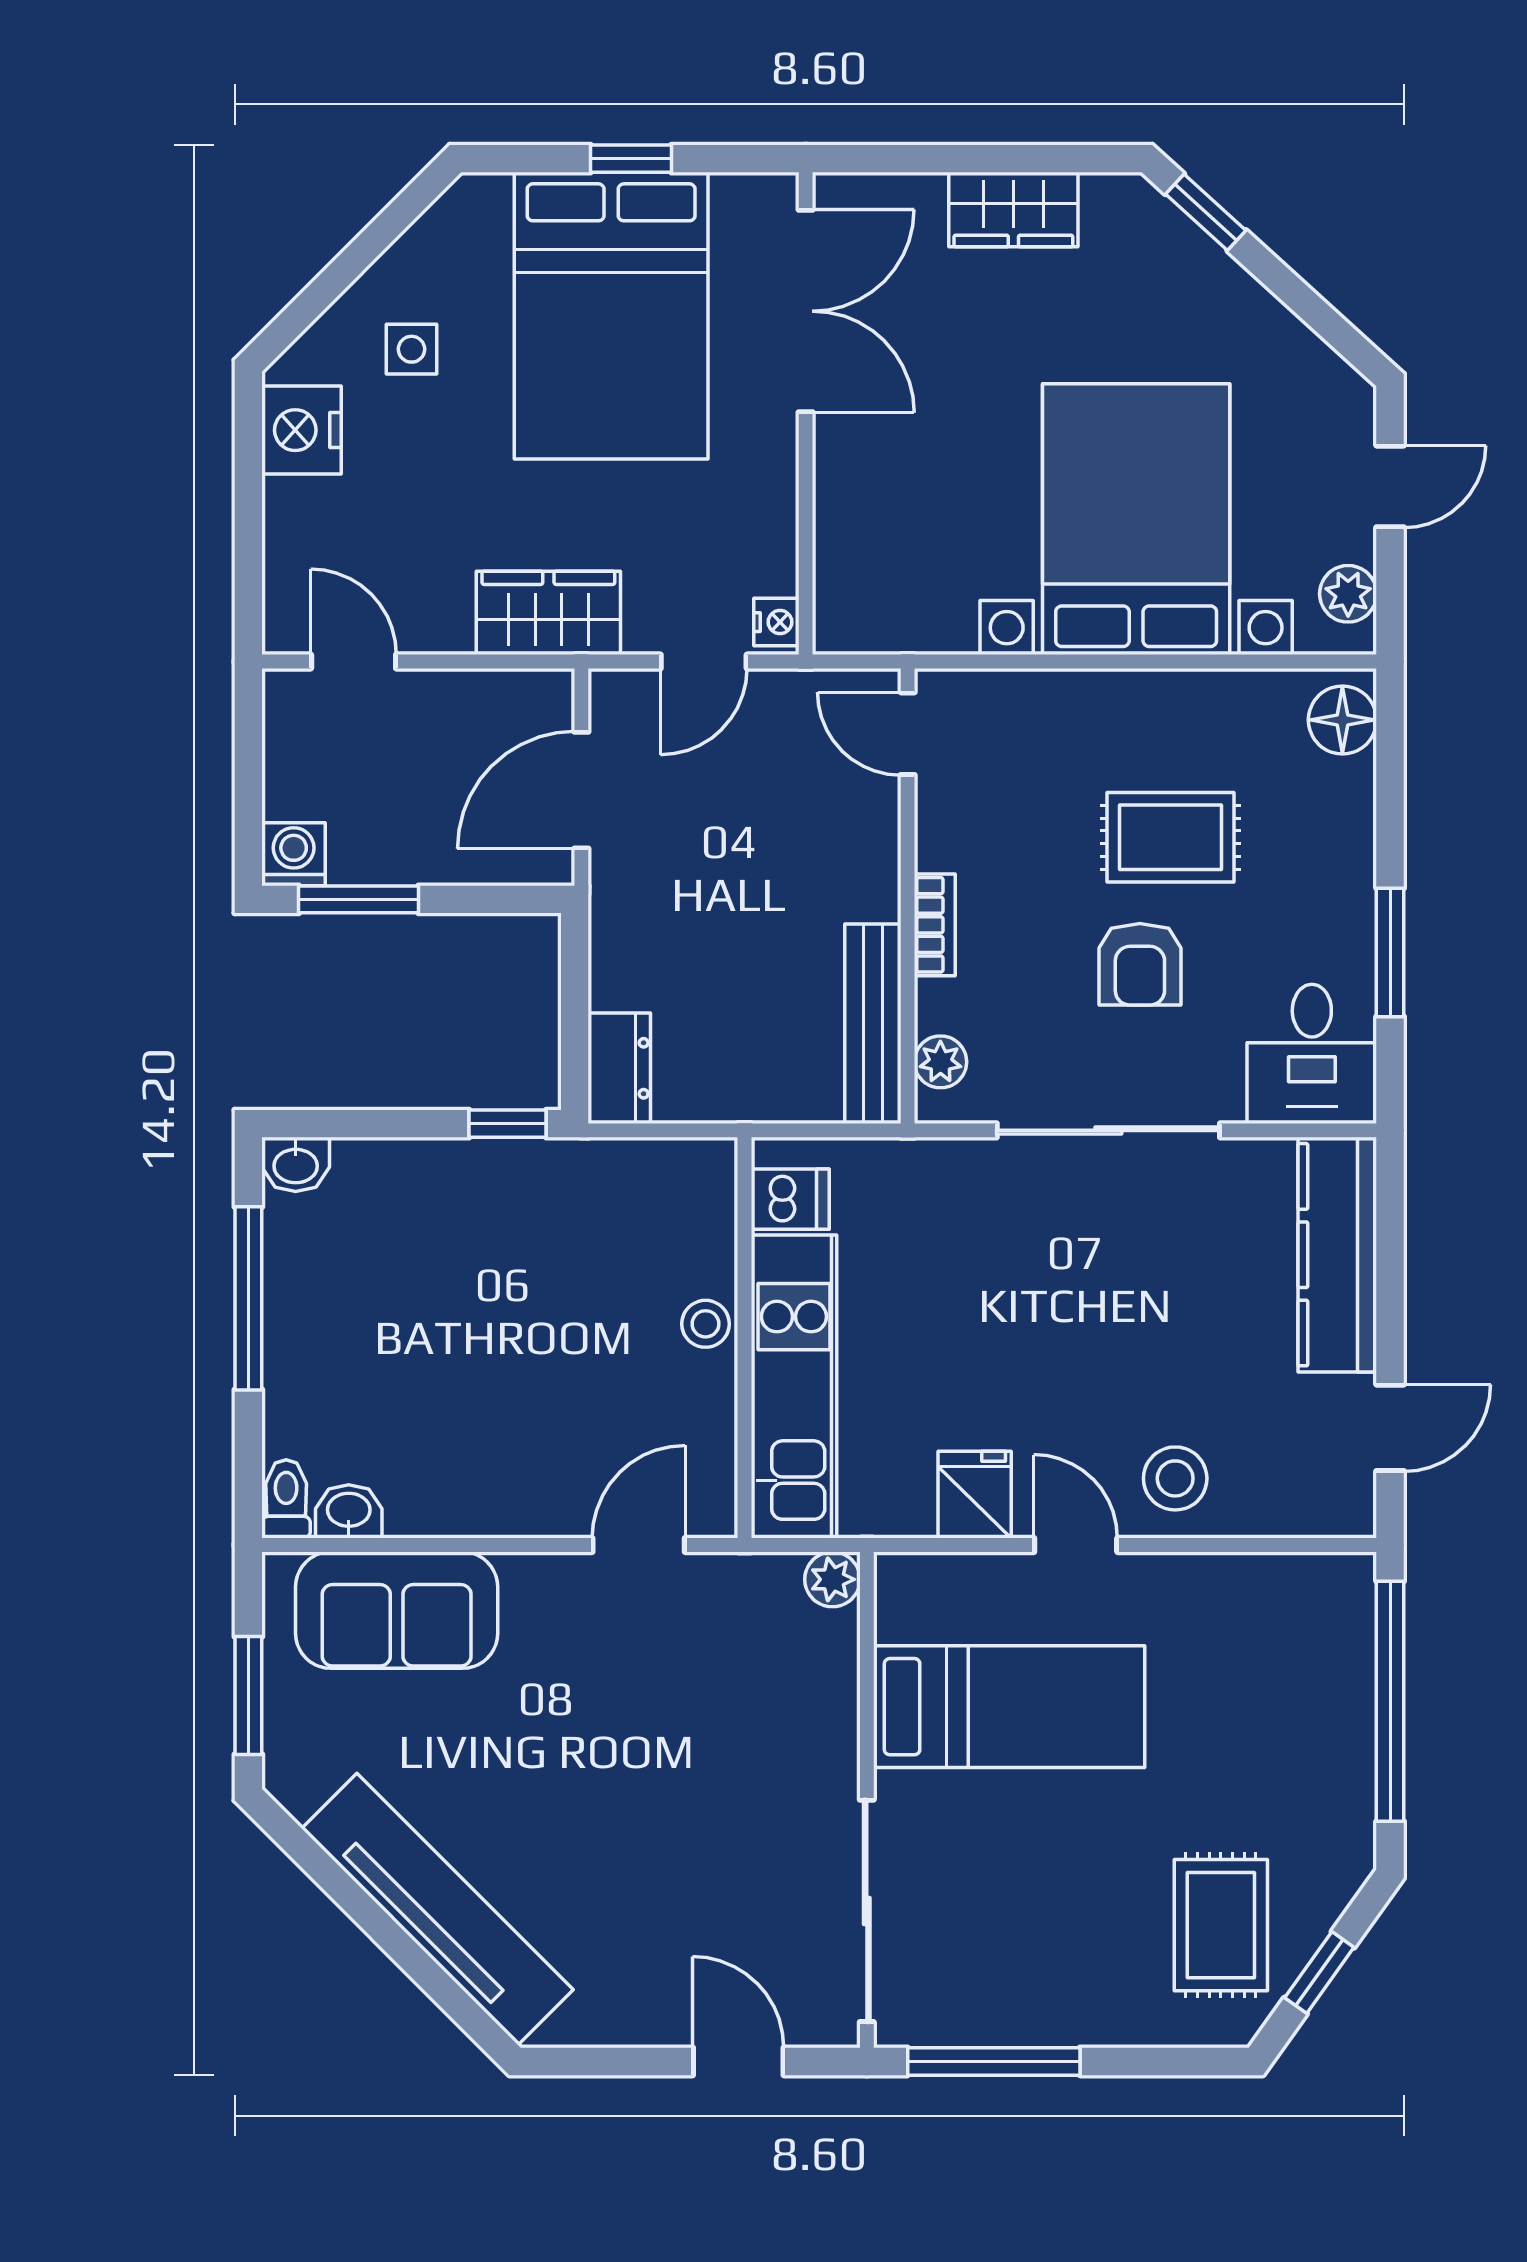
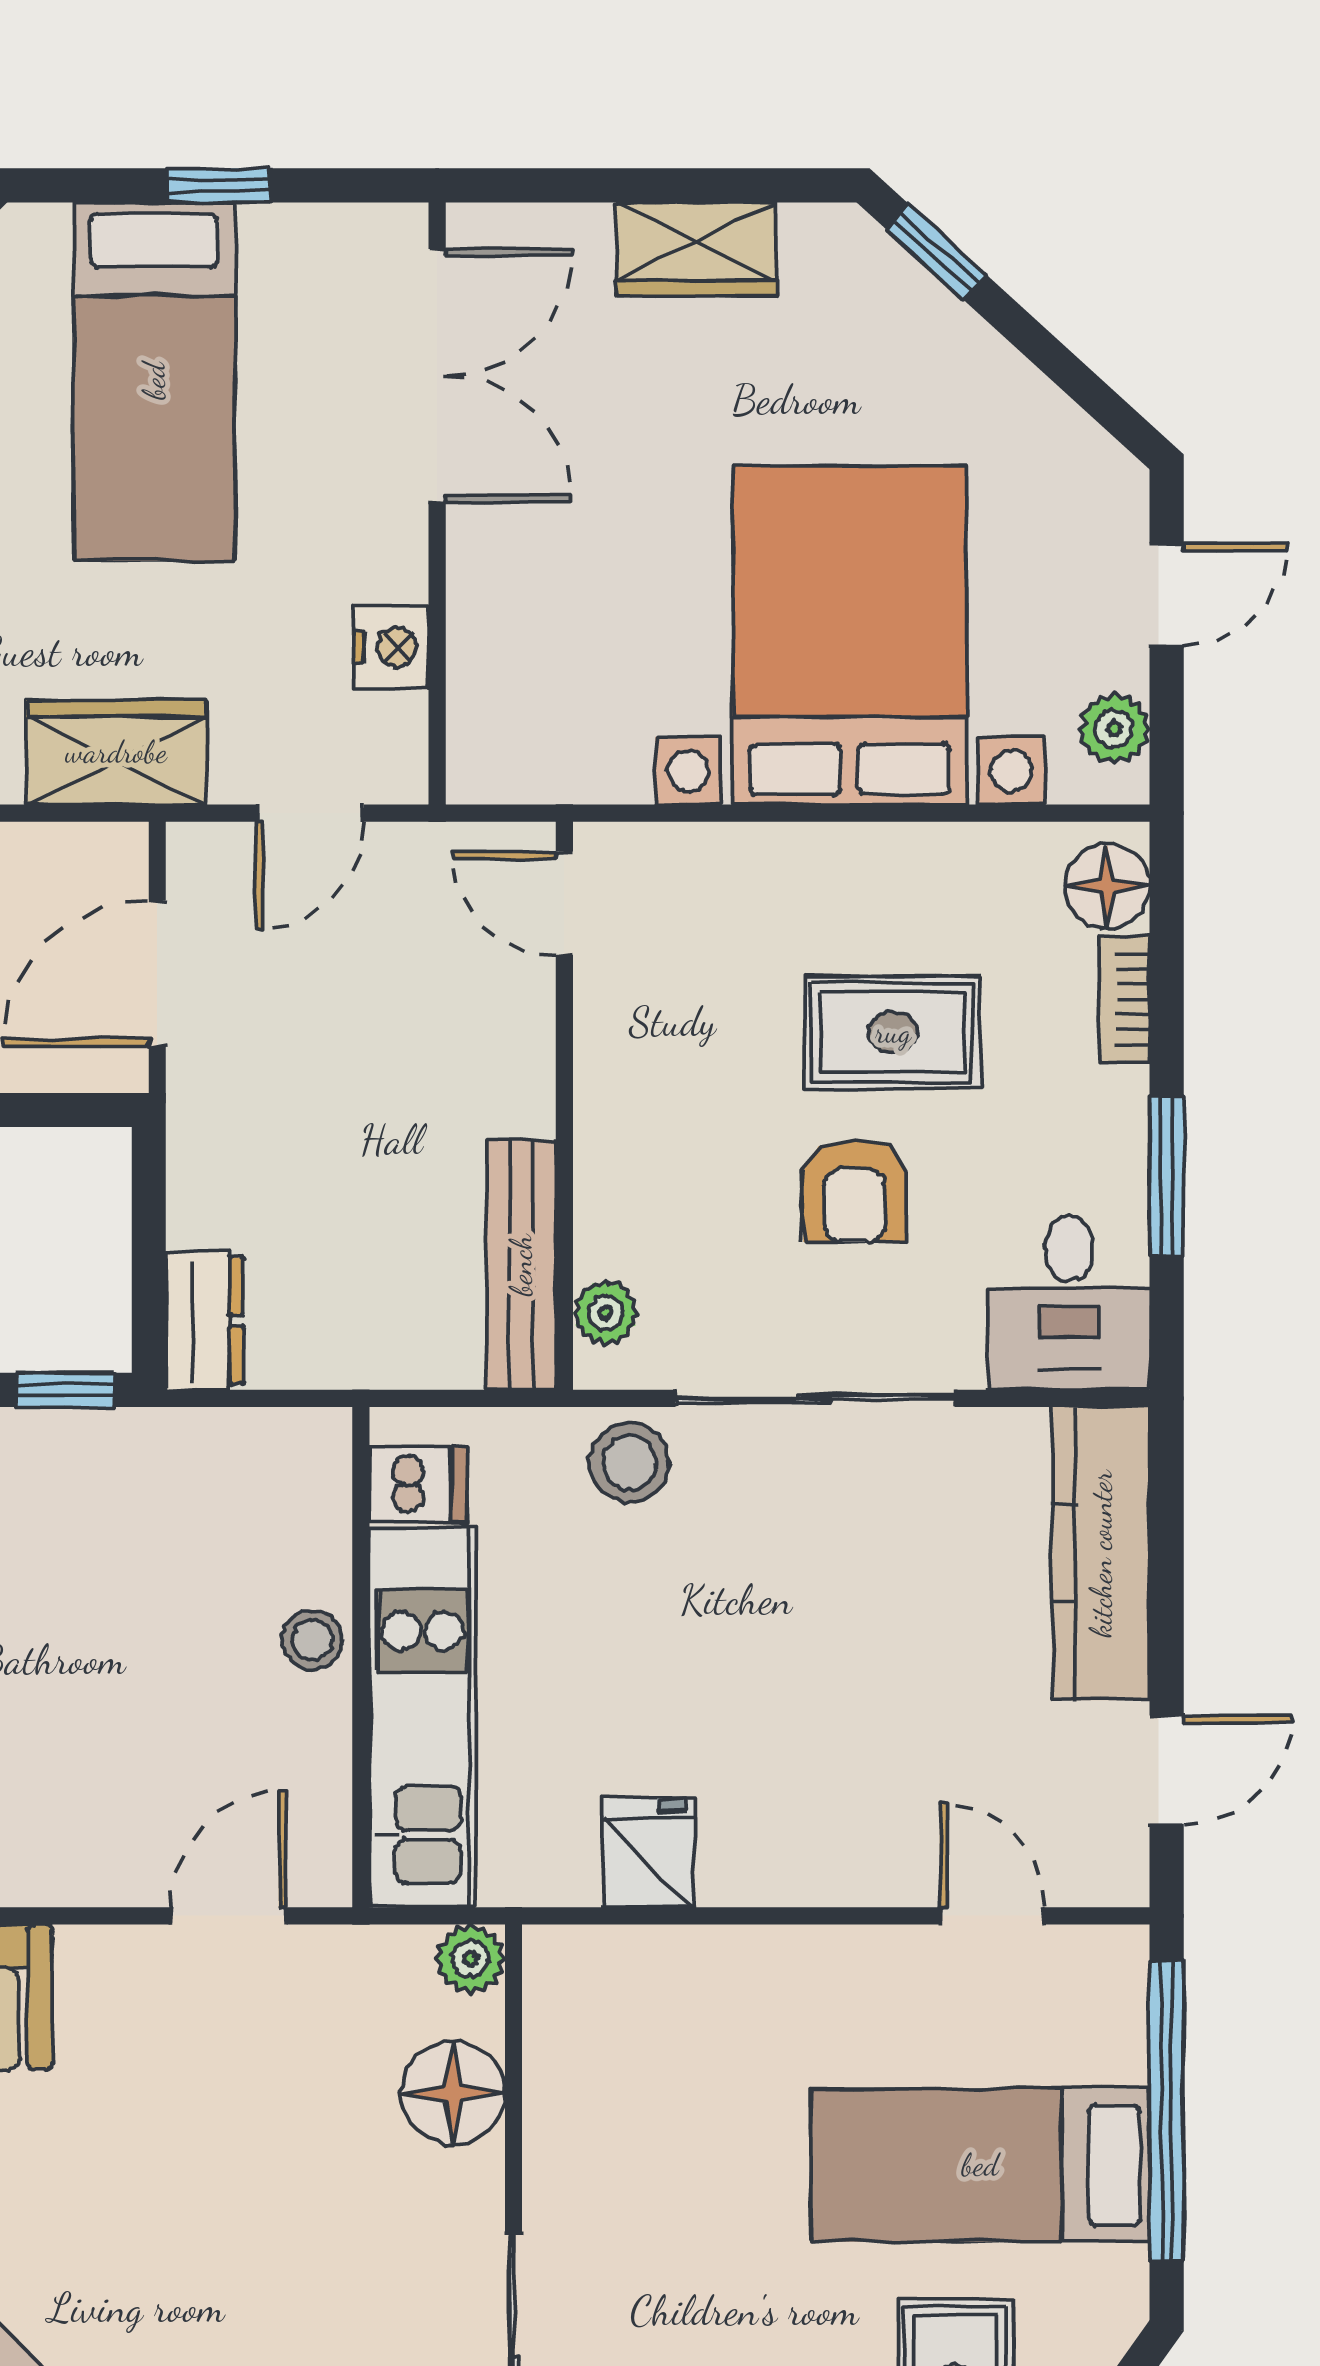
bed: (611, 316) -> (154, 381), width x0.67
nightstand: (776, 622) -> (391, 647), moved, width x1.39, depth x1.35
bookcase: (935, 925) -> (1124, 999), moved, turned 180
stool: (1175, 1478) -> (629, 1463), moved
door: (1076, 1545) -> (992, 1916), moved
floor lamp: (818, 1687) -> (453, 2093), added
bed: (1009, 1707) -> (980, 2165), moved, turned 180

